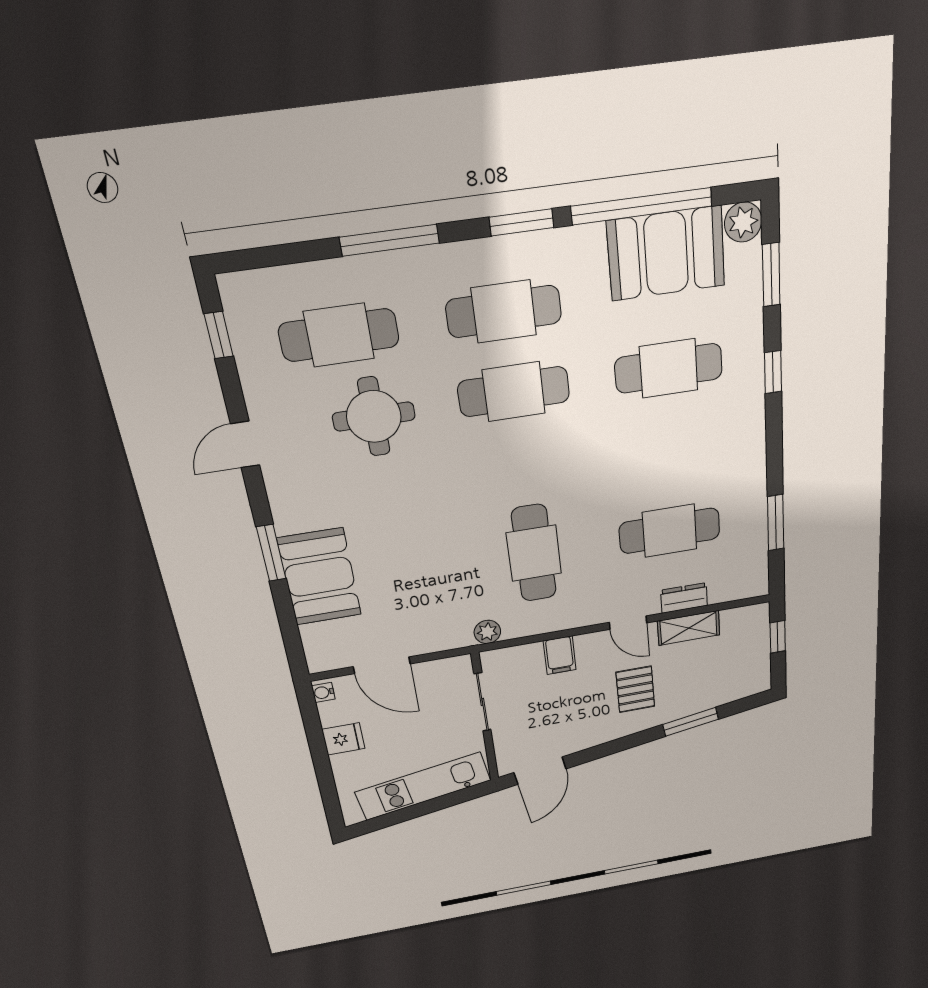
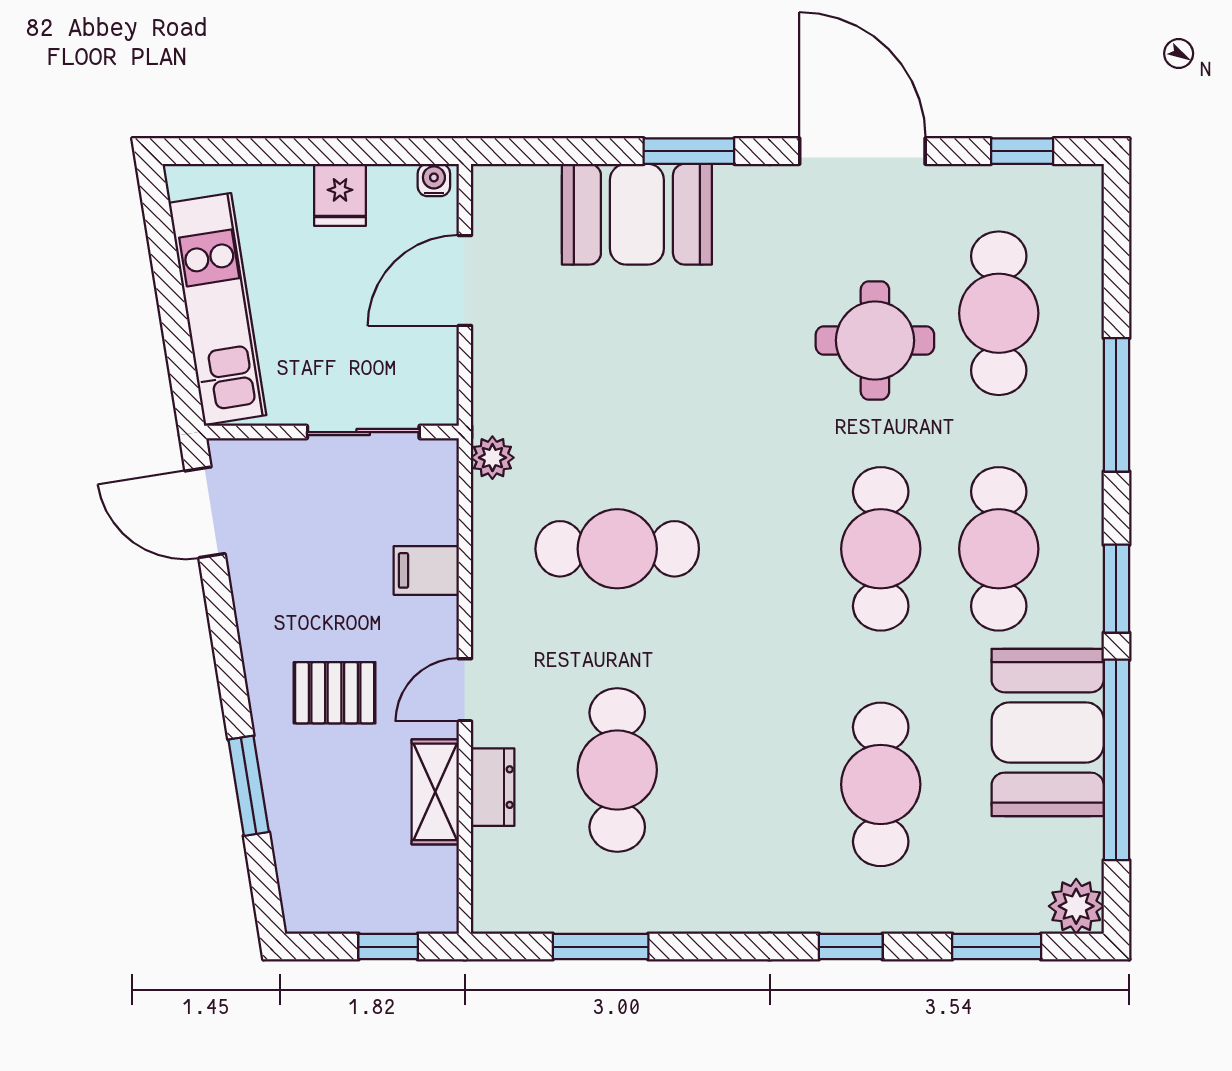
booth: (666, 253) -> (1048, 732), moved
door: (245, 444) -> (862, 151), width x1.88

